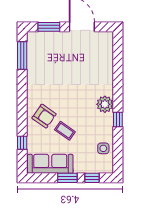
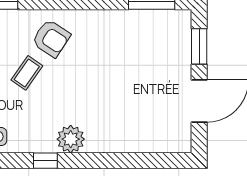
armchair: (44, 116) -> (51, 38), turned -92

